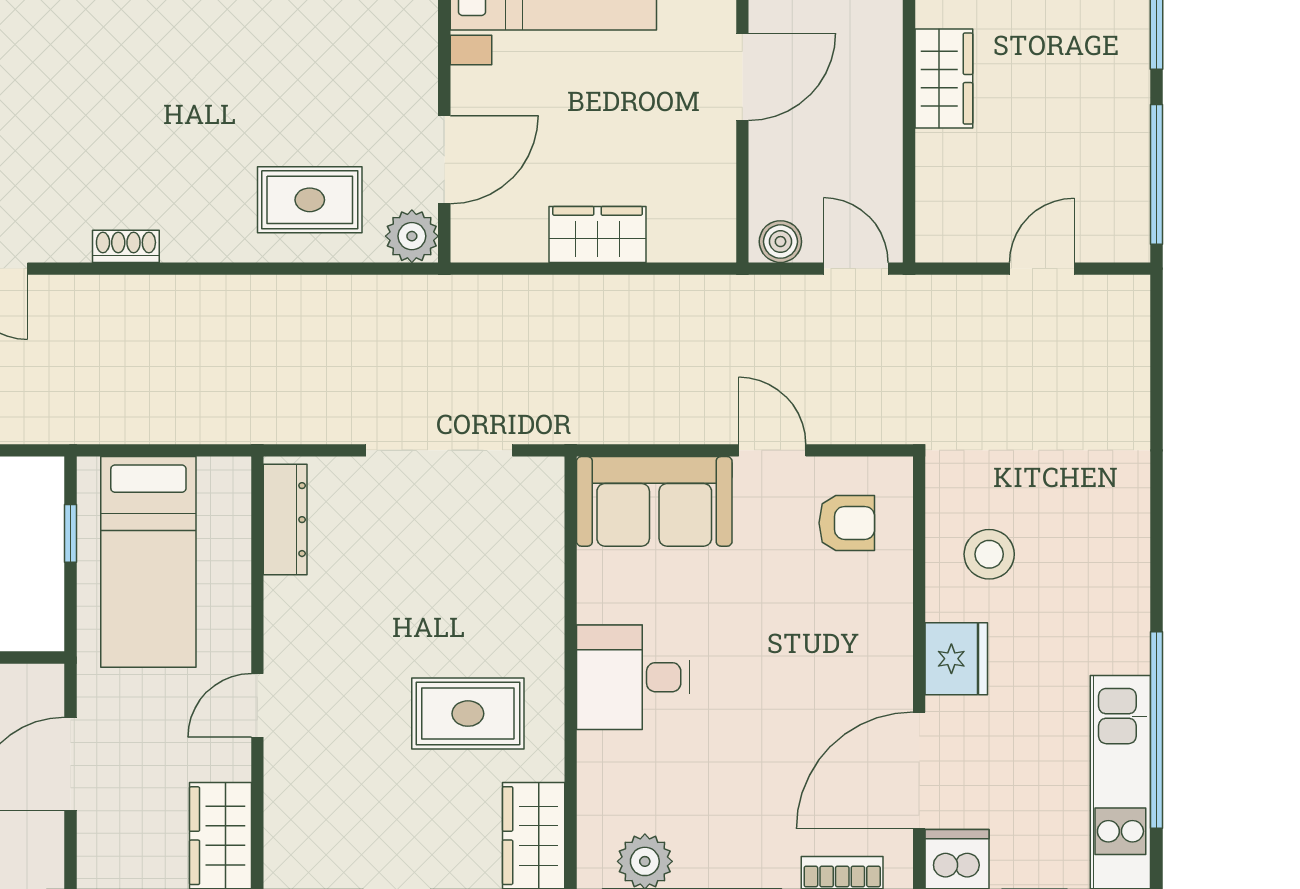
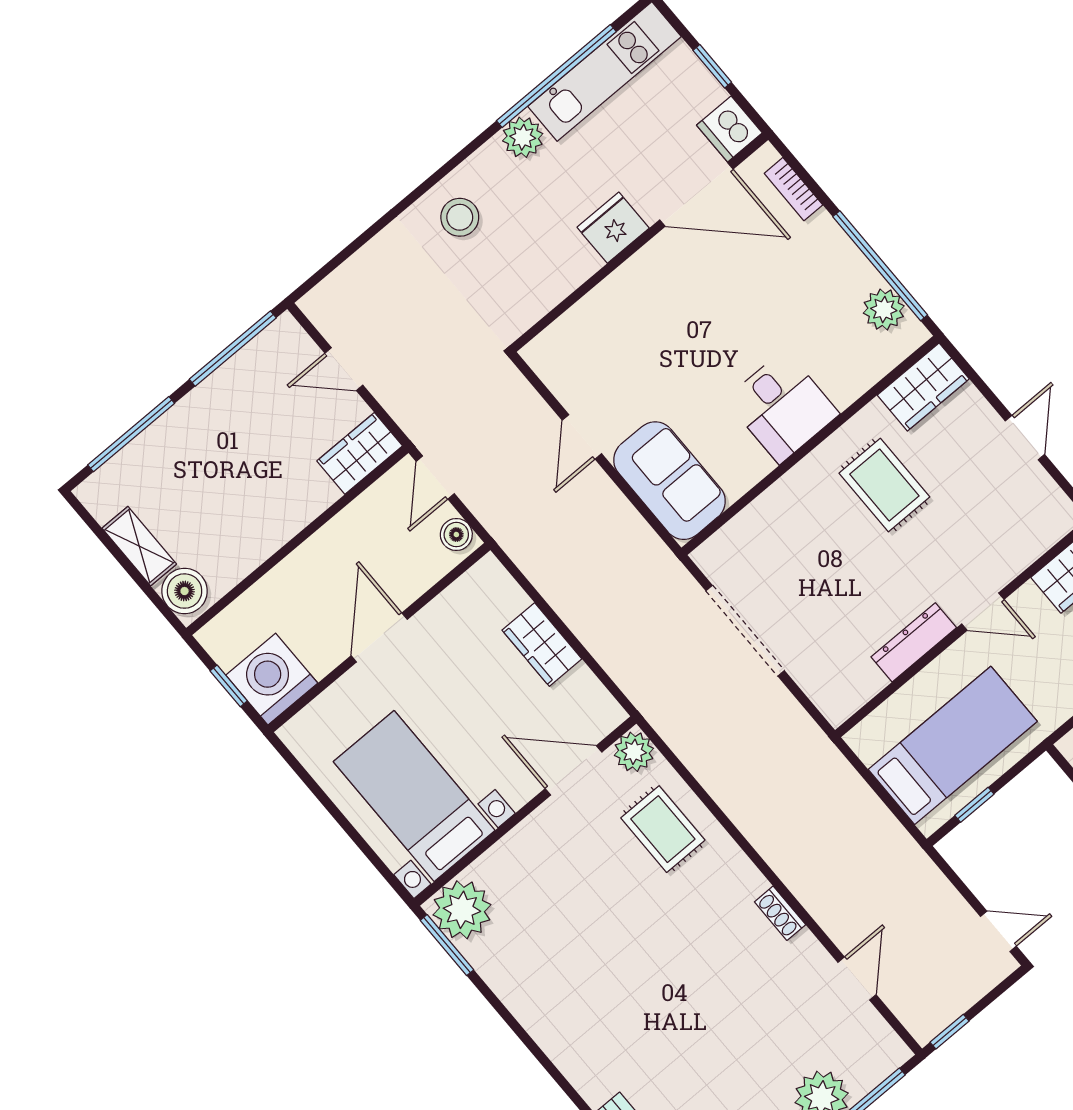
door: (742, 77) -> (379, 637), hinge flipped
wardrobe: (944, 79) -> (360, 453), moved
dresser: (285, 520) -> (914, 642), moved
armchair: (847, 523) -> (588, 358), removed
stool: (989, 554) -> (460, 217), moved
plant: (1123, 644) -> (523, 137), added

